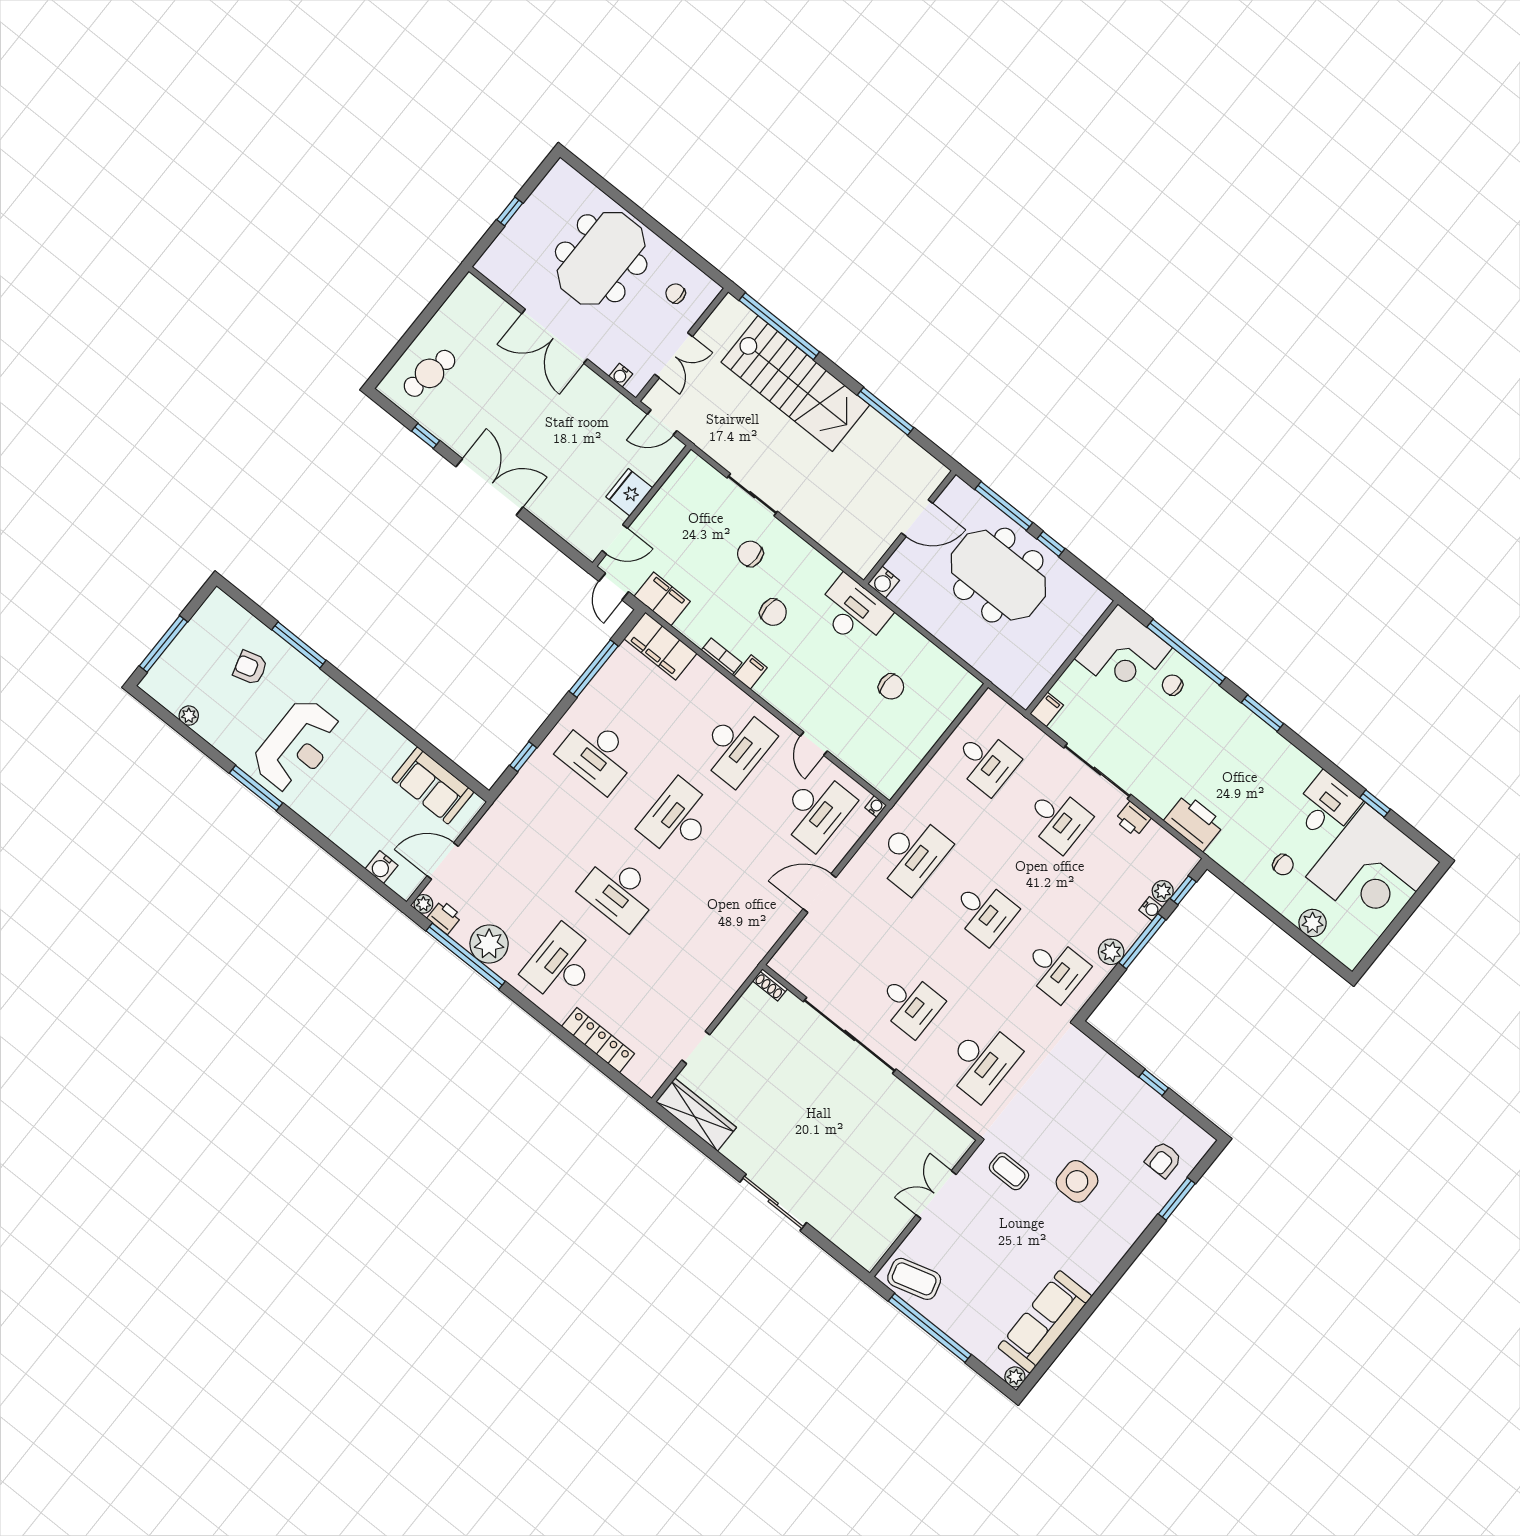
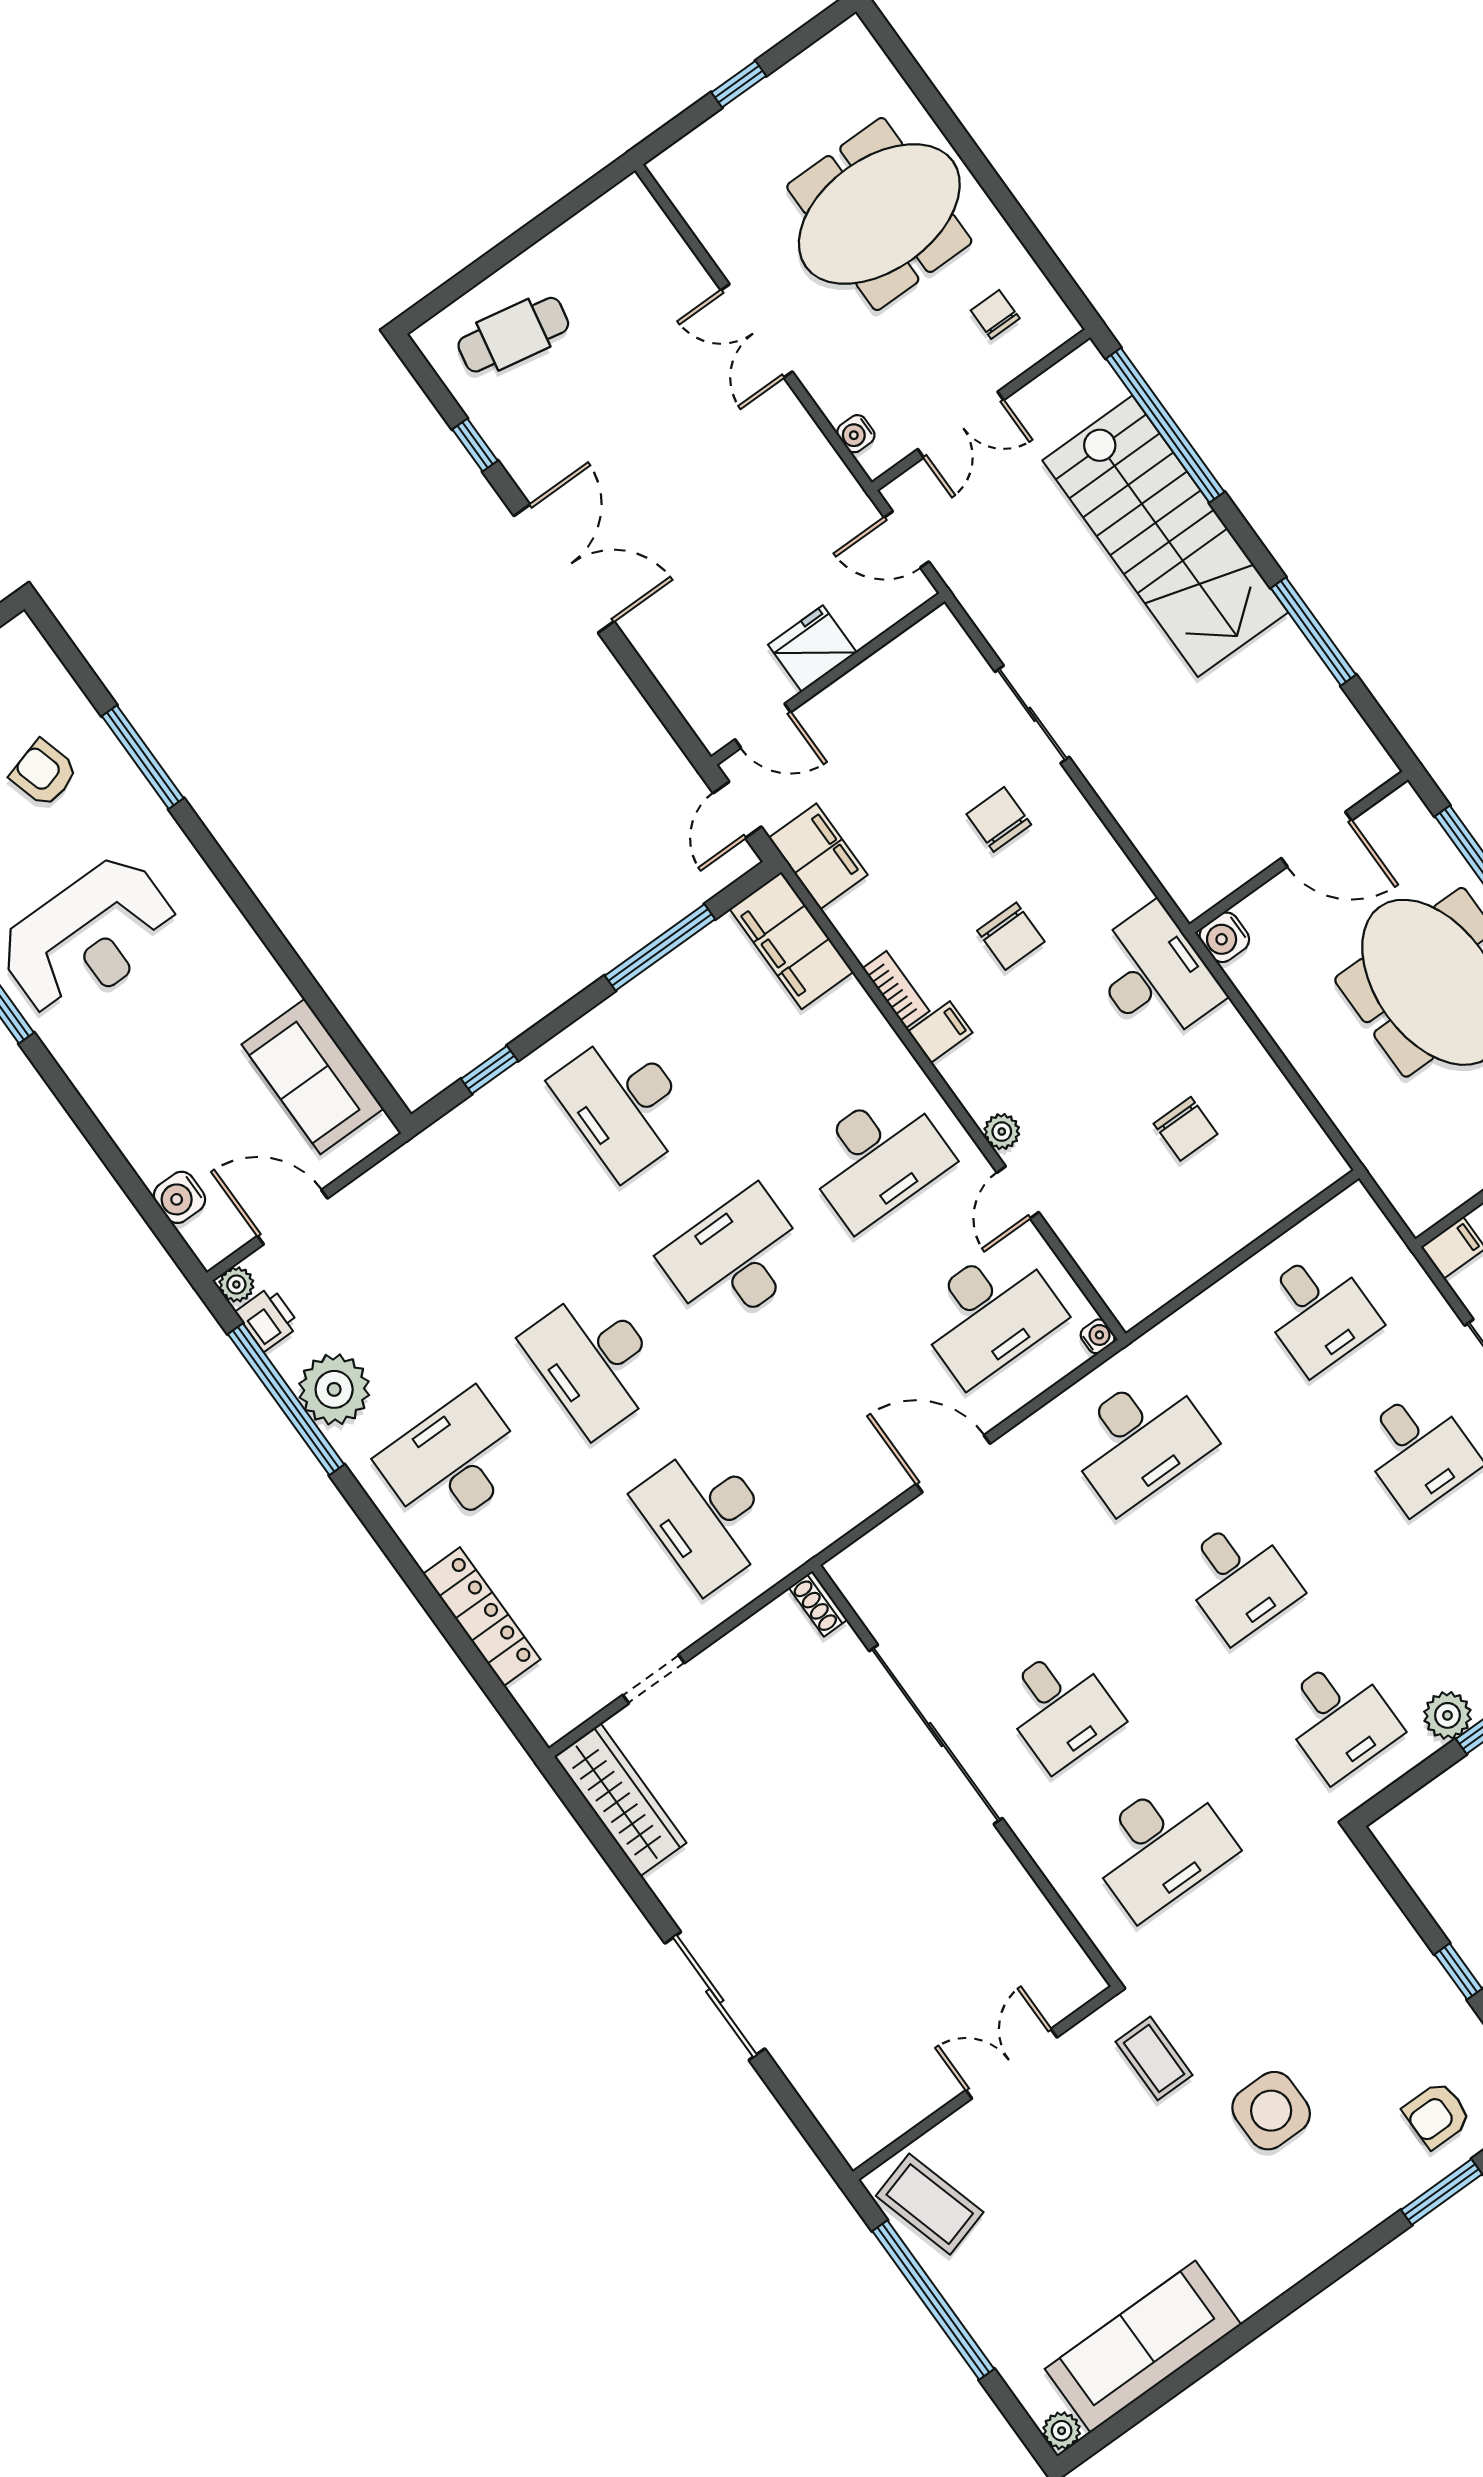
double door: (555, 336) -> (757, 331), width x0.73
plant: (797, 715) -> (1002, 1132), added
desk: (700, 956) -> (706, 1517), added

